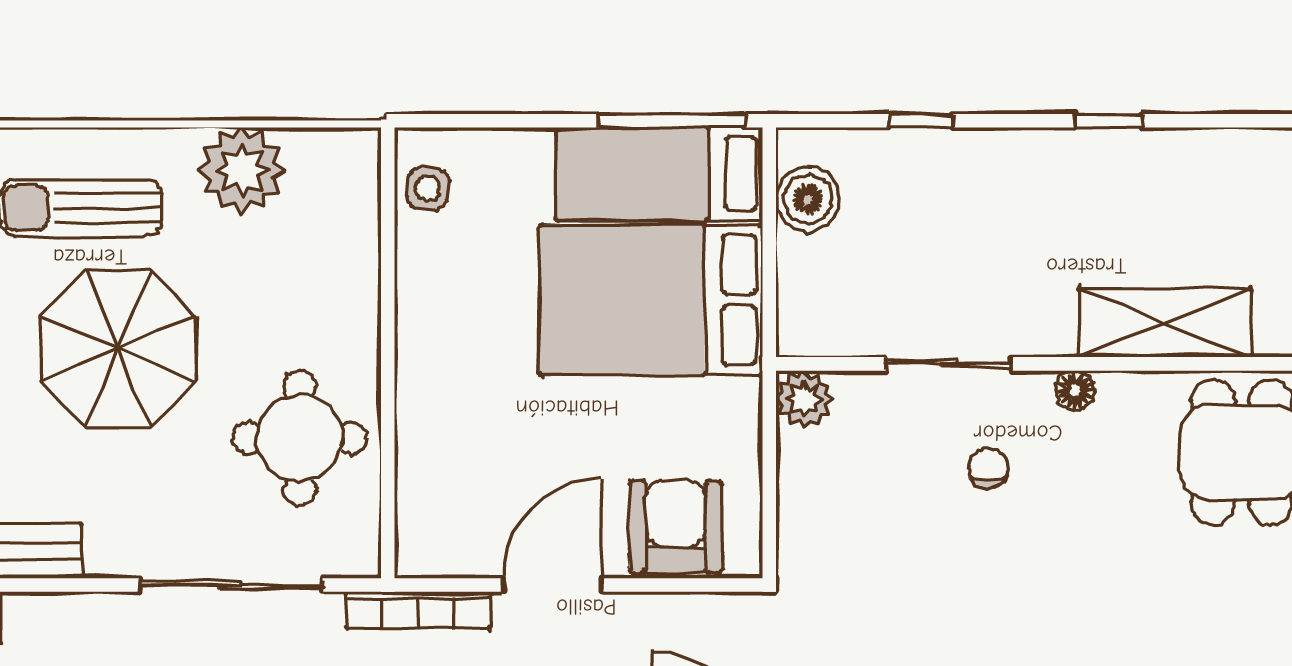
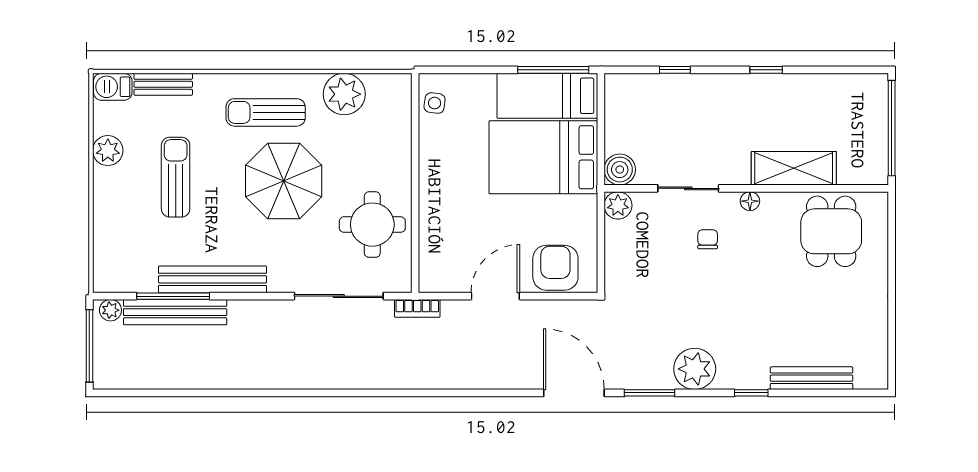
boiler: (808, 199) -> (620, 170), moved
bookcase: (418, 610) -> (417, 308), width x0.64

